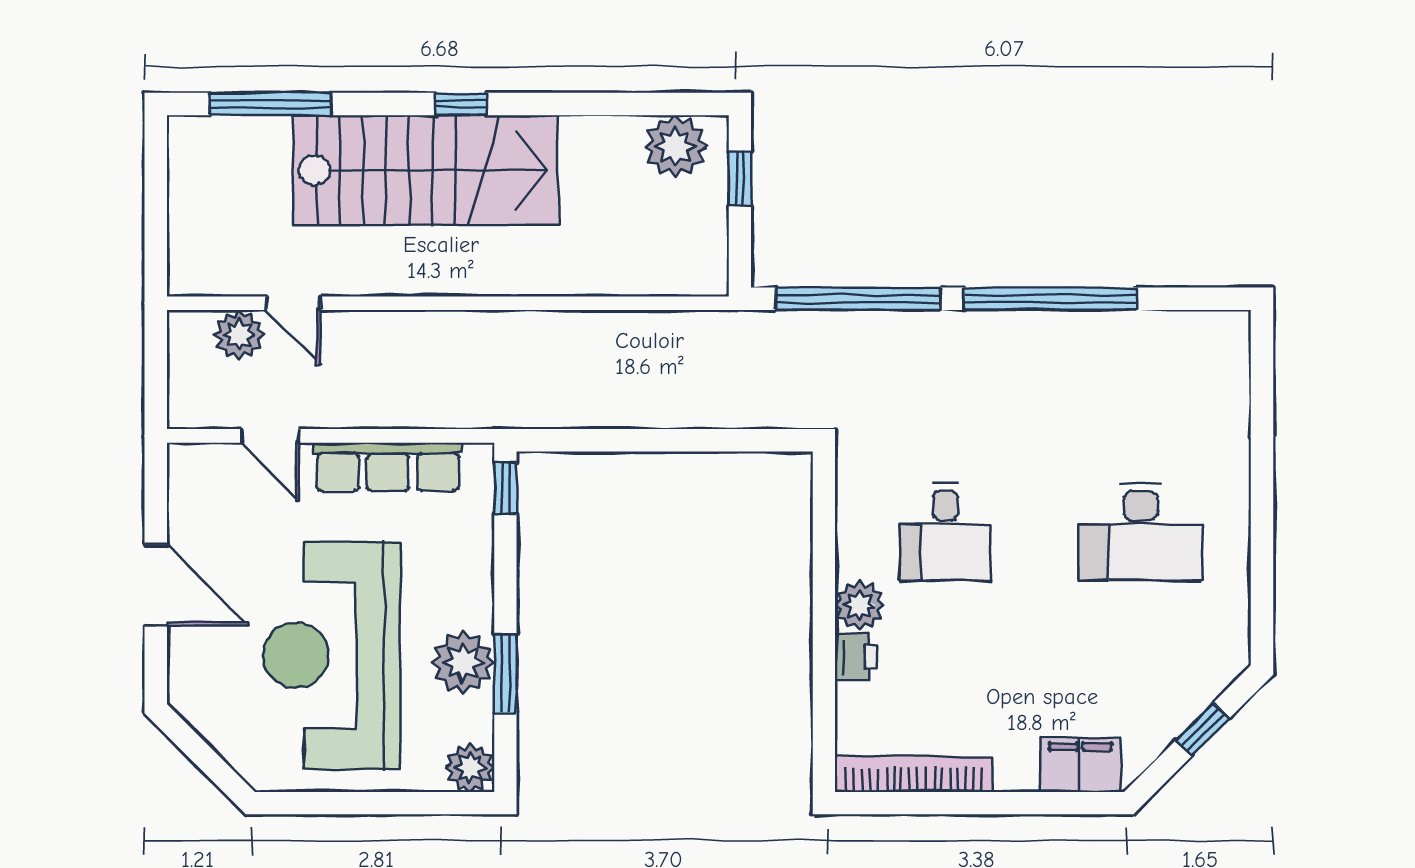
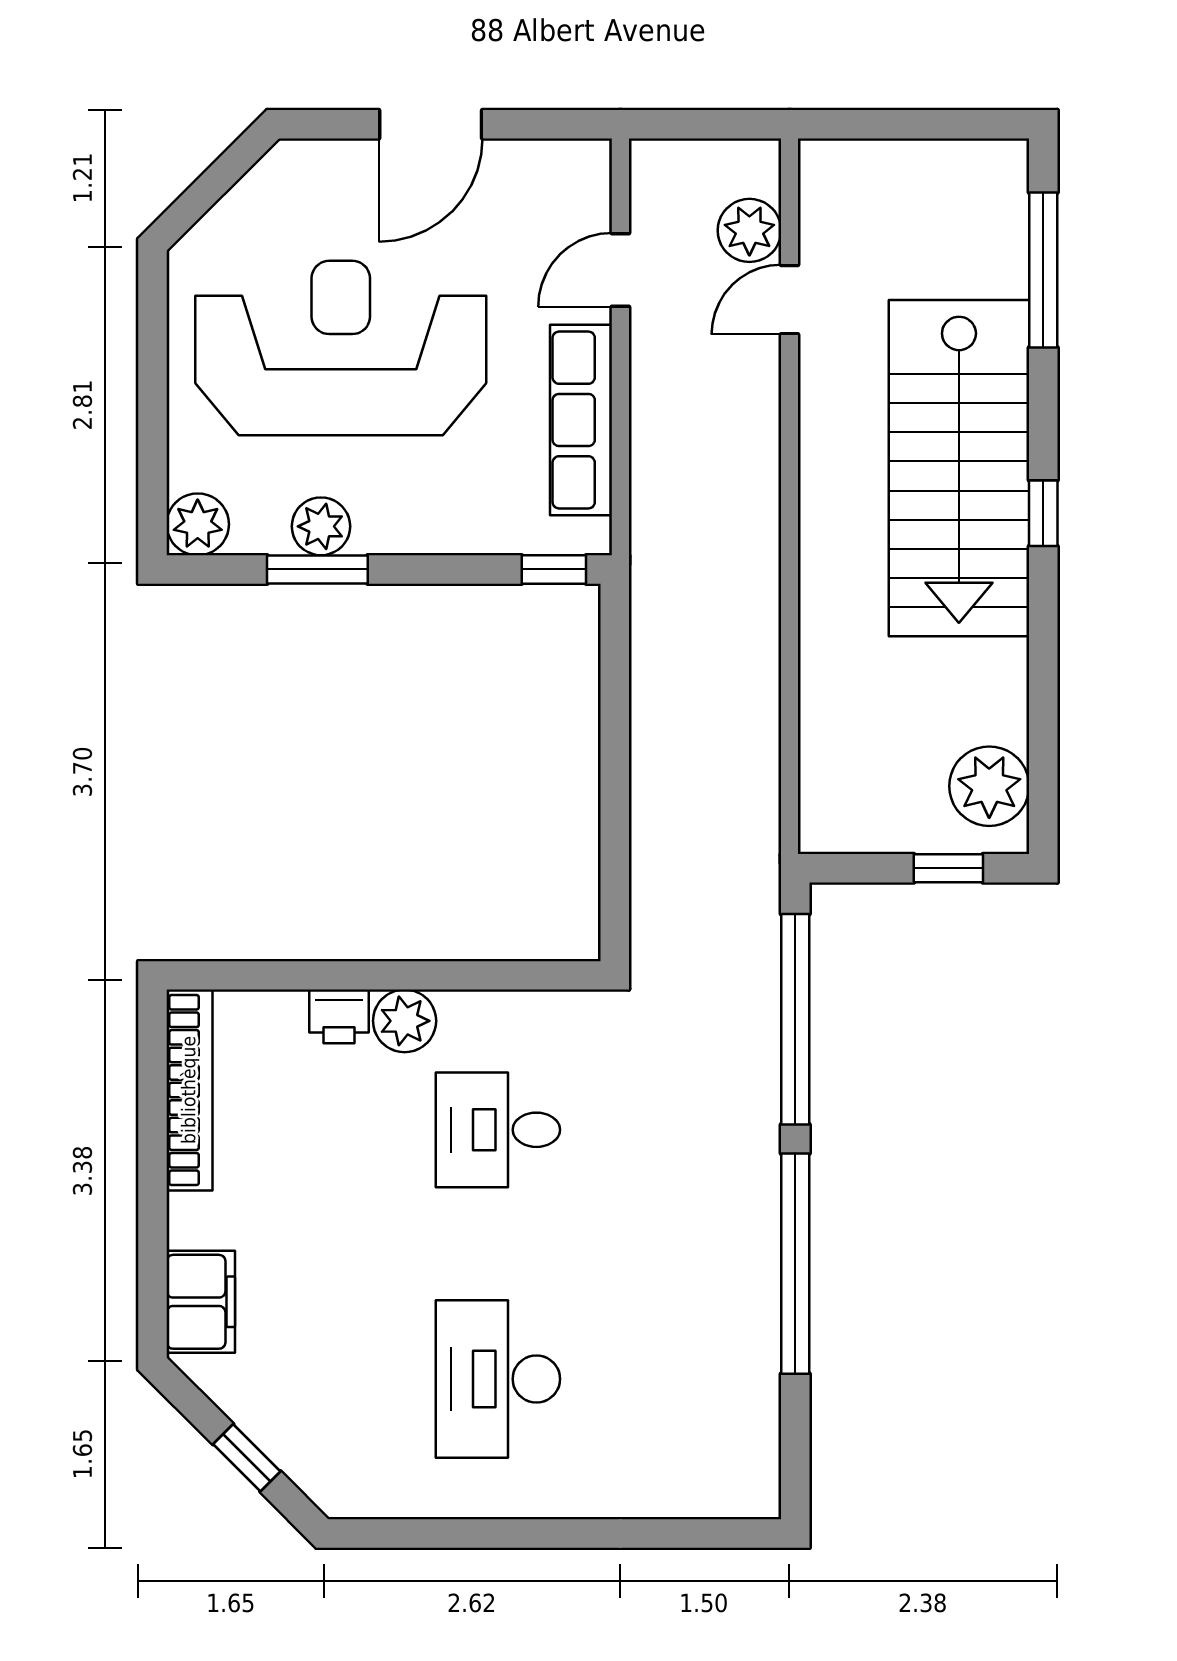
plant: (463, 663) -> (321, 526), width x0.73, depth x0.73

